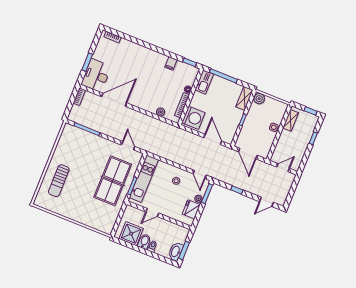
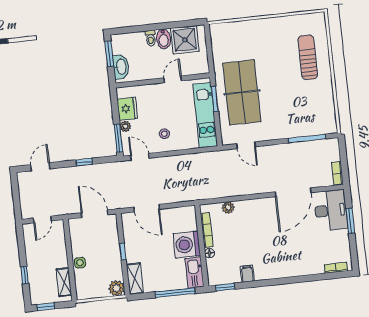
washing machine: (193, 118) -> (187, 245), moved
washbasin: (176, 251) -> (121, 67), moved

